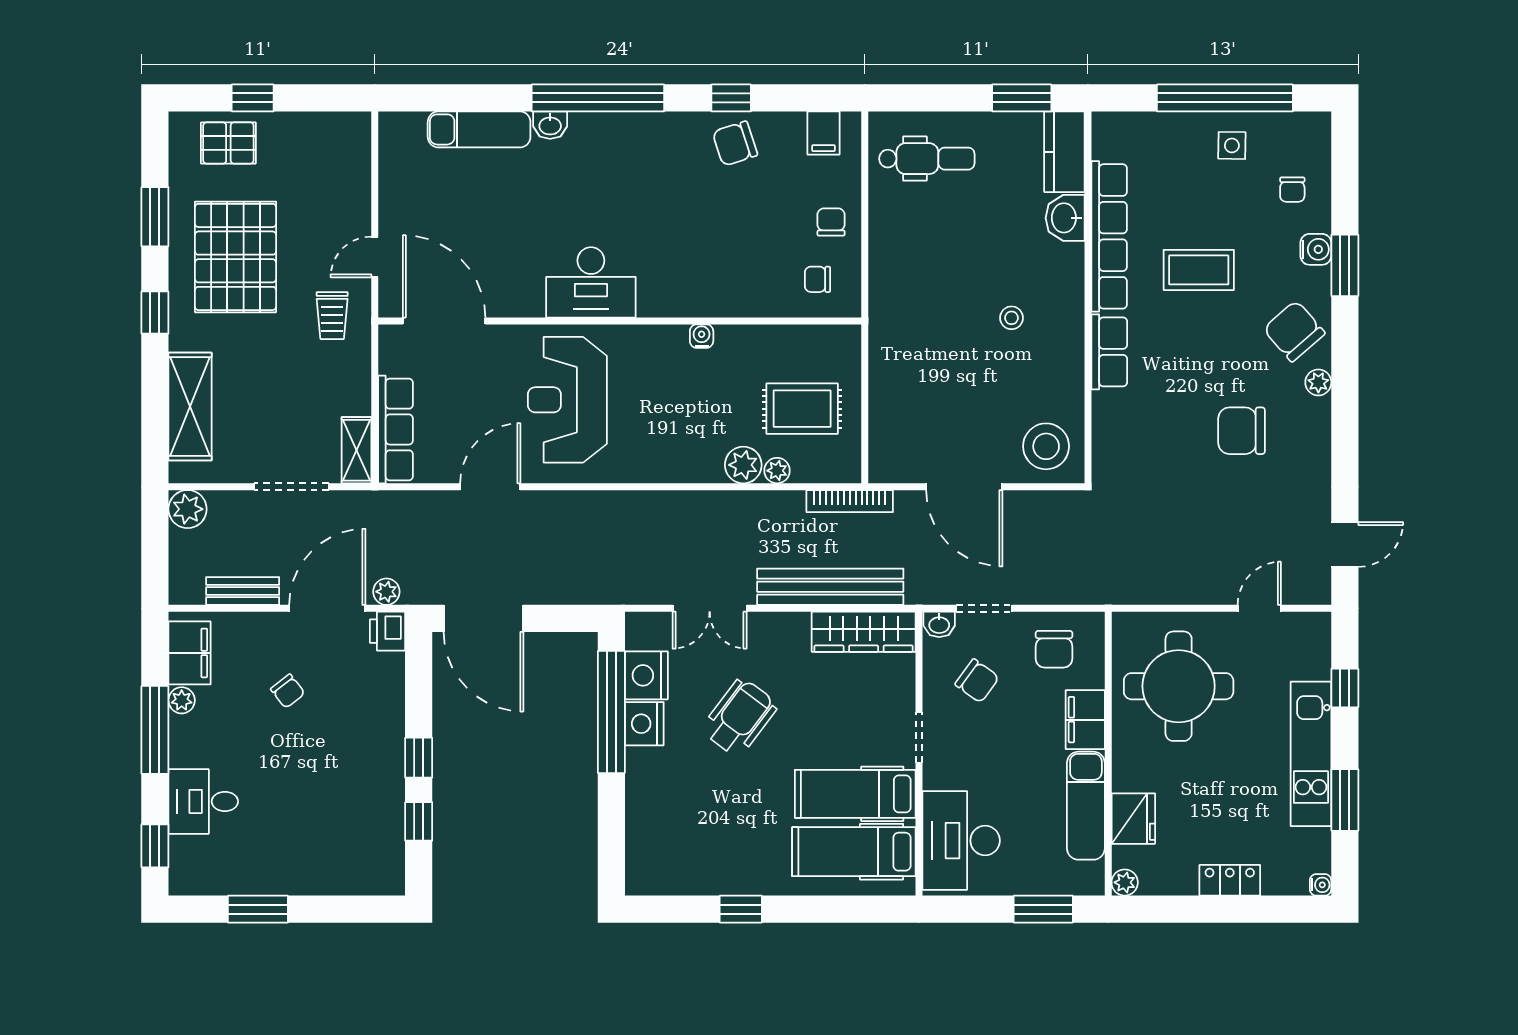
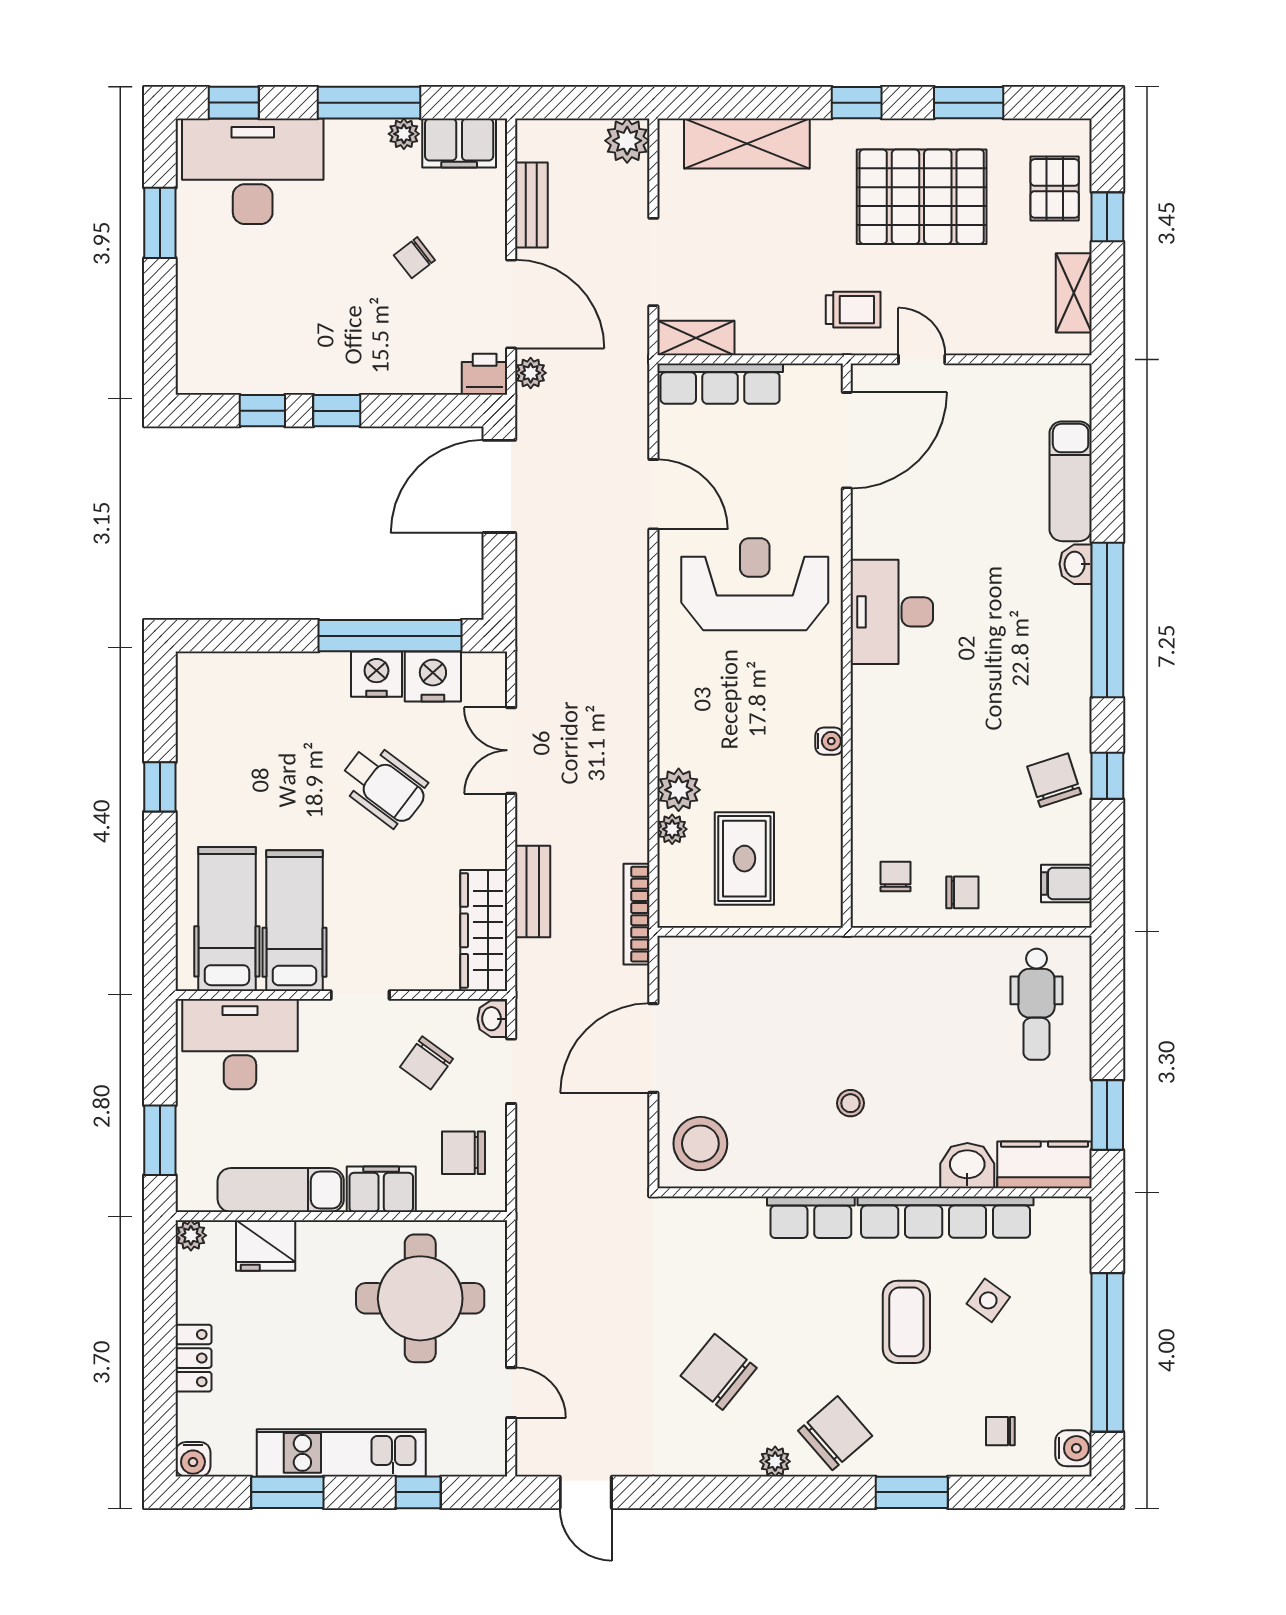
shelving: (318, 127) -> (1074, 293), added
side table: (1232, 145) -> (988, 1300), moved, turned 35
water cooler: (1316, 249) -> (1074, 1448), moved, turned -90
trolley: (332, 316) -> (853, 310), turned 180
chair: (1242, 431) -> (719, 1372), turned -51
bench: (830, 587) -> (533, 891), width x0.54, depth x0.82
desk: (203, 801) -> (253, 171), width x1.87, depth x1.30
water cooler: (1321, 885) -> (193, 1459), width x1.38, depth x1.38

